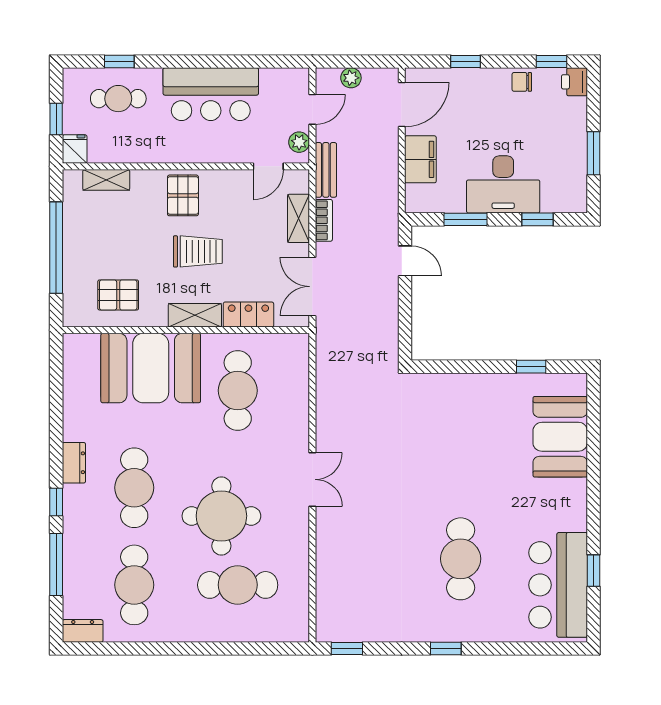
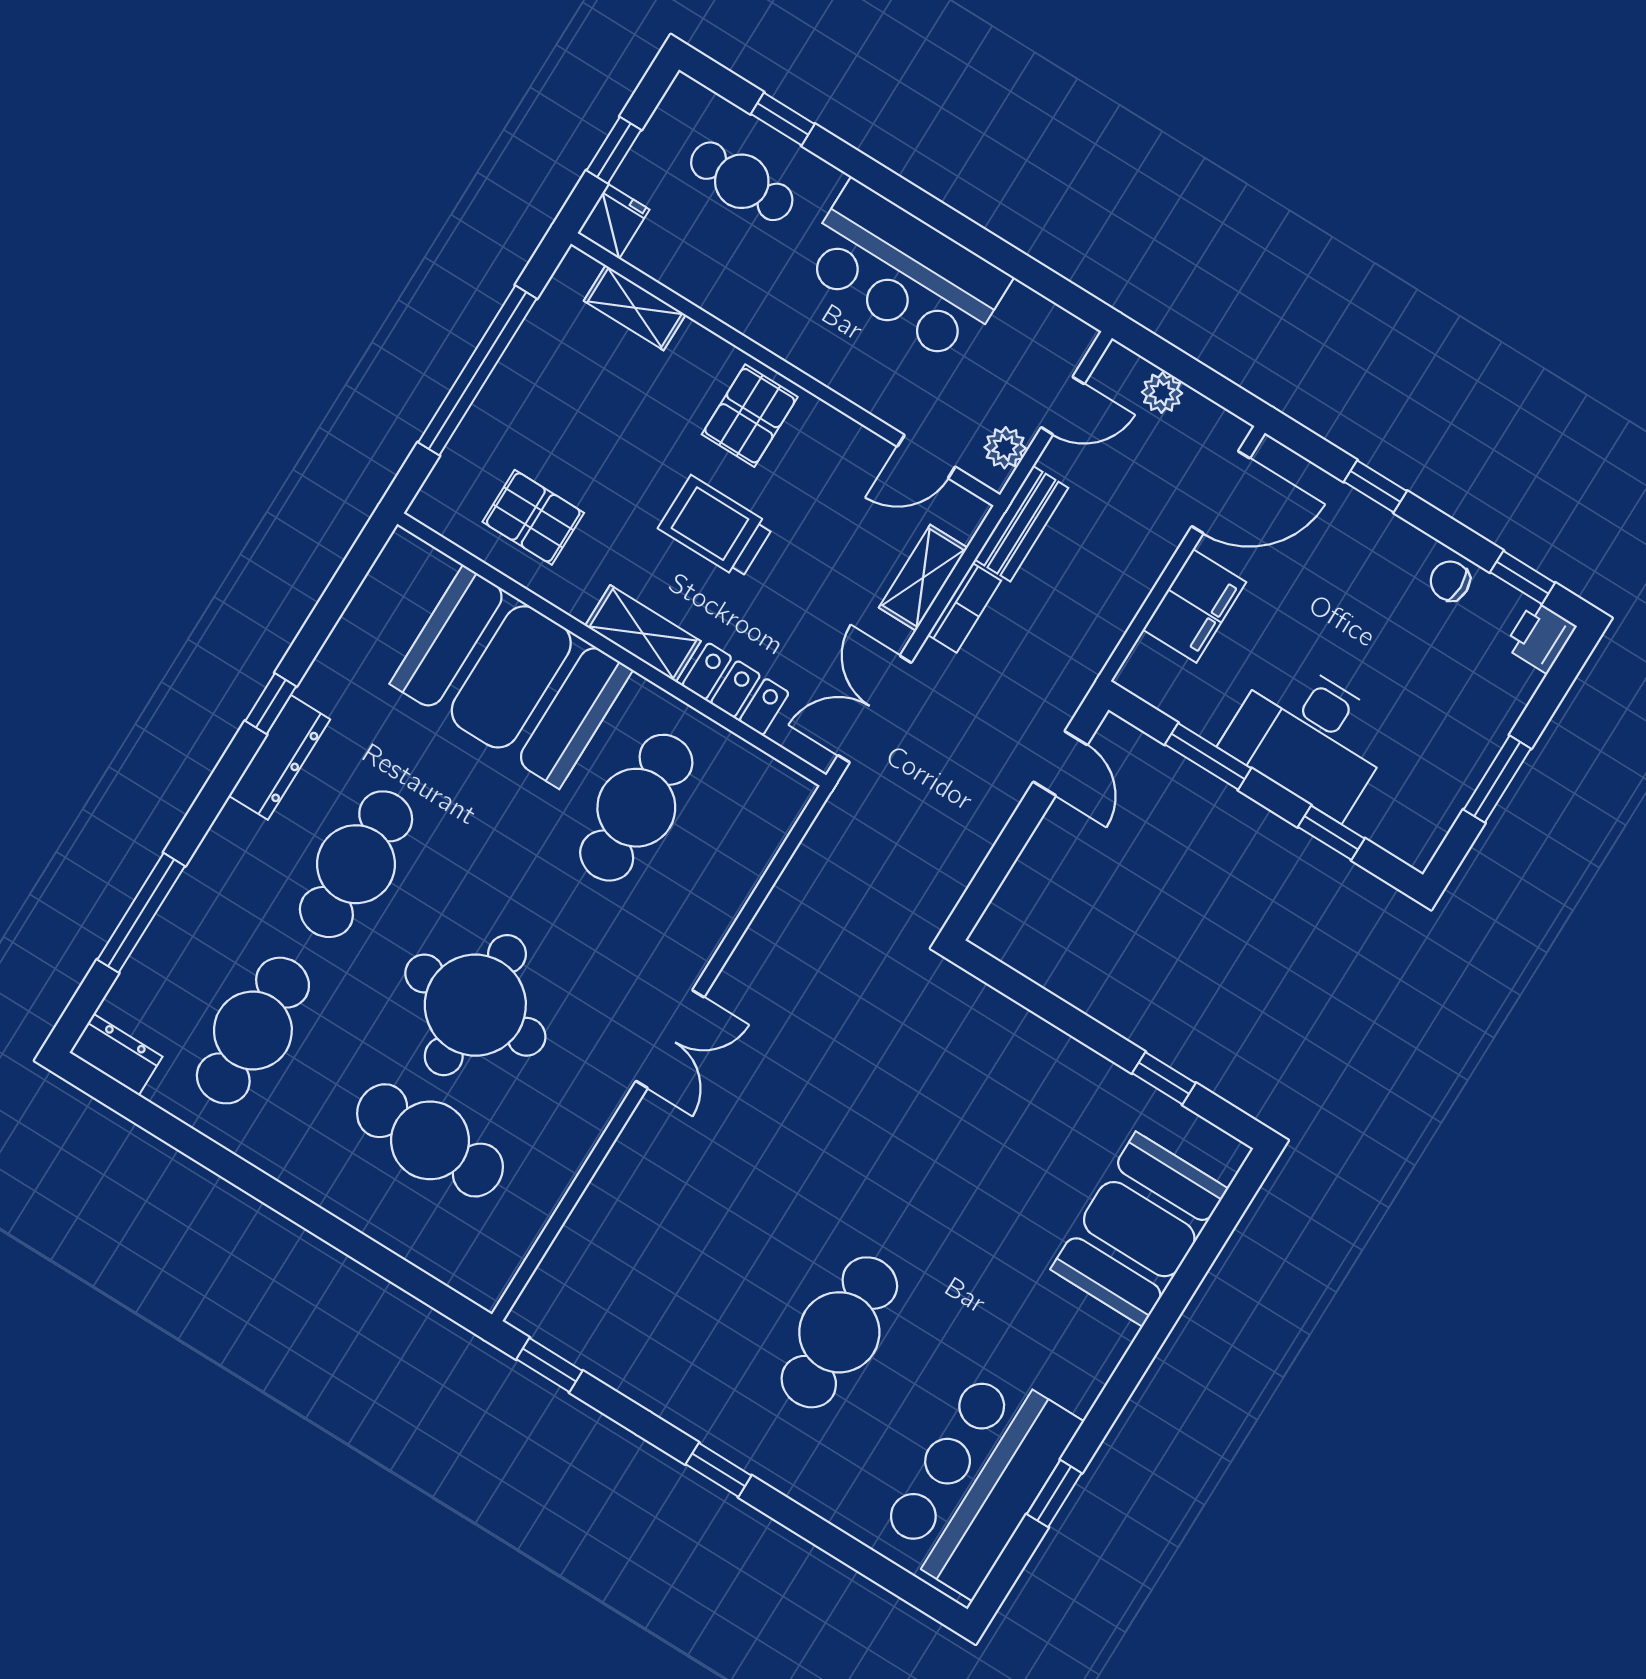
trolley: (198, 251) -> (716, 527), turned 180
dresser: (74, 463) -> (279, 757), width x1.44
window: (56, 502) -> (271, 704), moved

